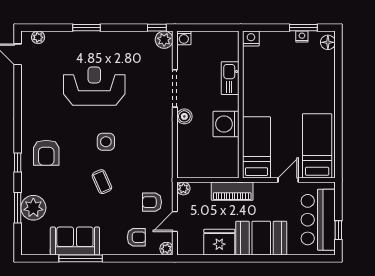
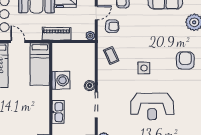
door: (288, 180) -> (18, 42), swing flipped
coffee table: (102, 182) -> (111, 55), moved

